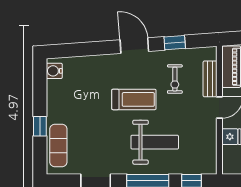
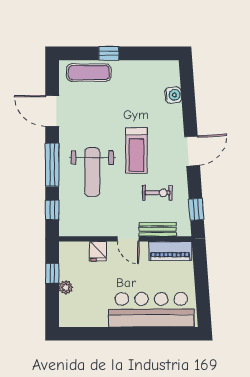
window: (175, 43) -> (196, 209), moved
water cooler: (54, 71) -> (173, 95), moved, turned 86
exercise bike: (175, 79) -> (157, 193), turned 180

